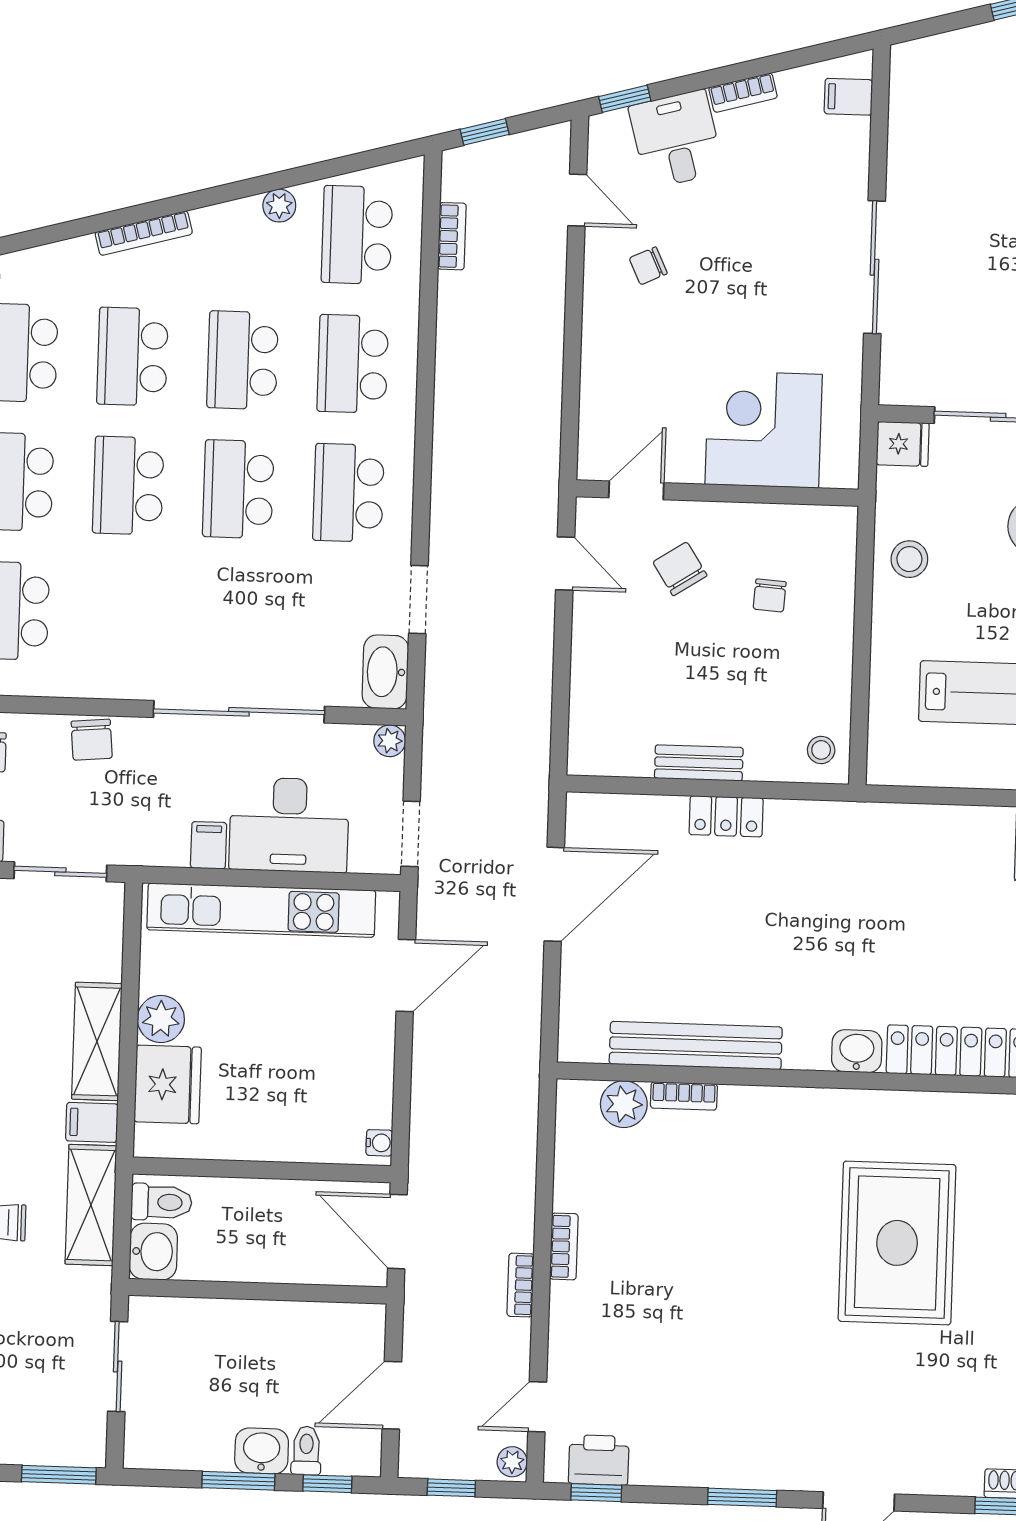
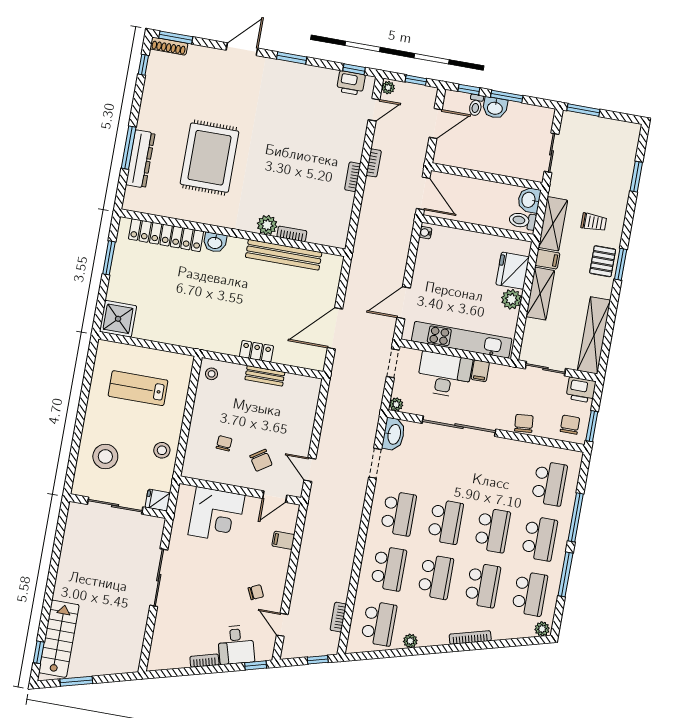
filing cabinet: (848, 97) -> (283, 540), moved, turned 180
plant: (624, 1104) -> (267, 225), moved

